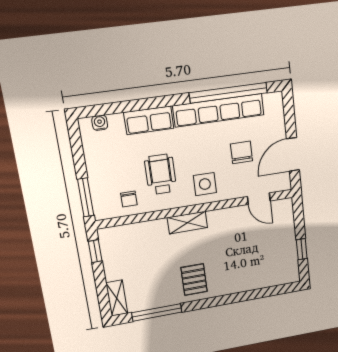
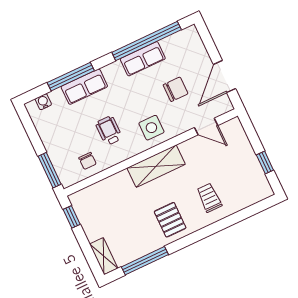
window: (137, 105) -> (71, 77), added
row of seats: (219, 110) -> (143, 59), width x0.50
chair: (241, 152) -> (176, 89), turned 90
wheelchair: (161, 174) -> (109, 131), width x0.73, depth x0.73
shelving: (187, 223) -> (156, 166), width x1.50, depth x1.33
trolley: (239, 268) -> (209, 198), added

